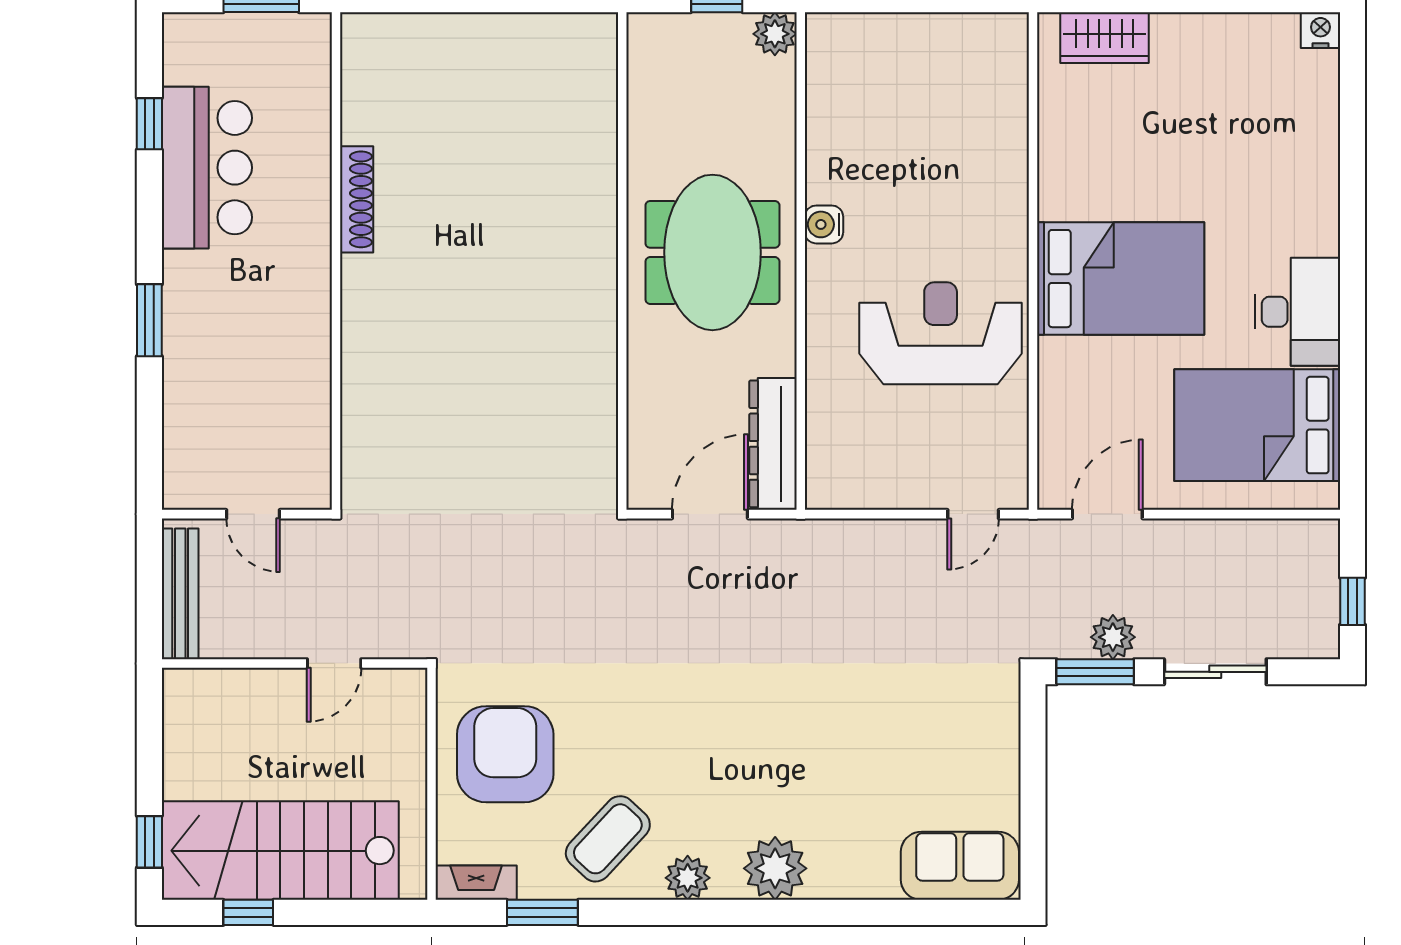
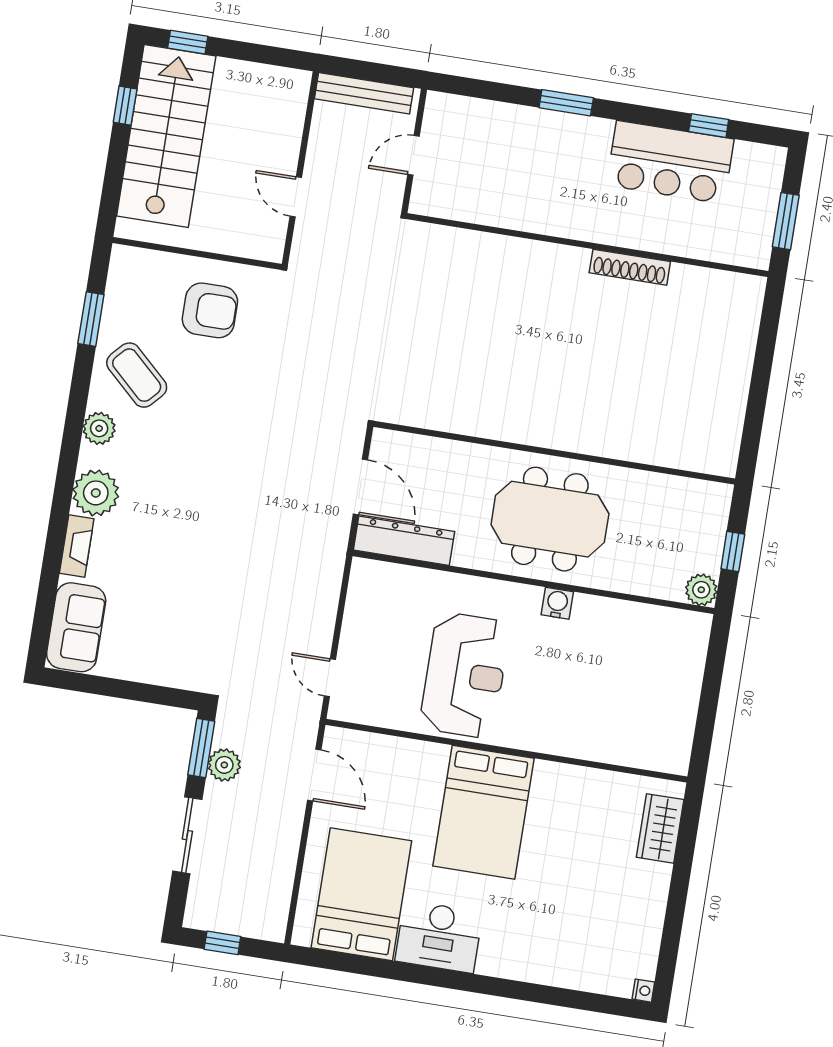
nightstand: (1320, 30) -> (643, 991), width x0.72, depth x0.74
armchair: (505, 754) -> (210, 310), width x0.73, depth x0.73
fireplace: (476, 883) -> (77, 546), moved

